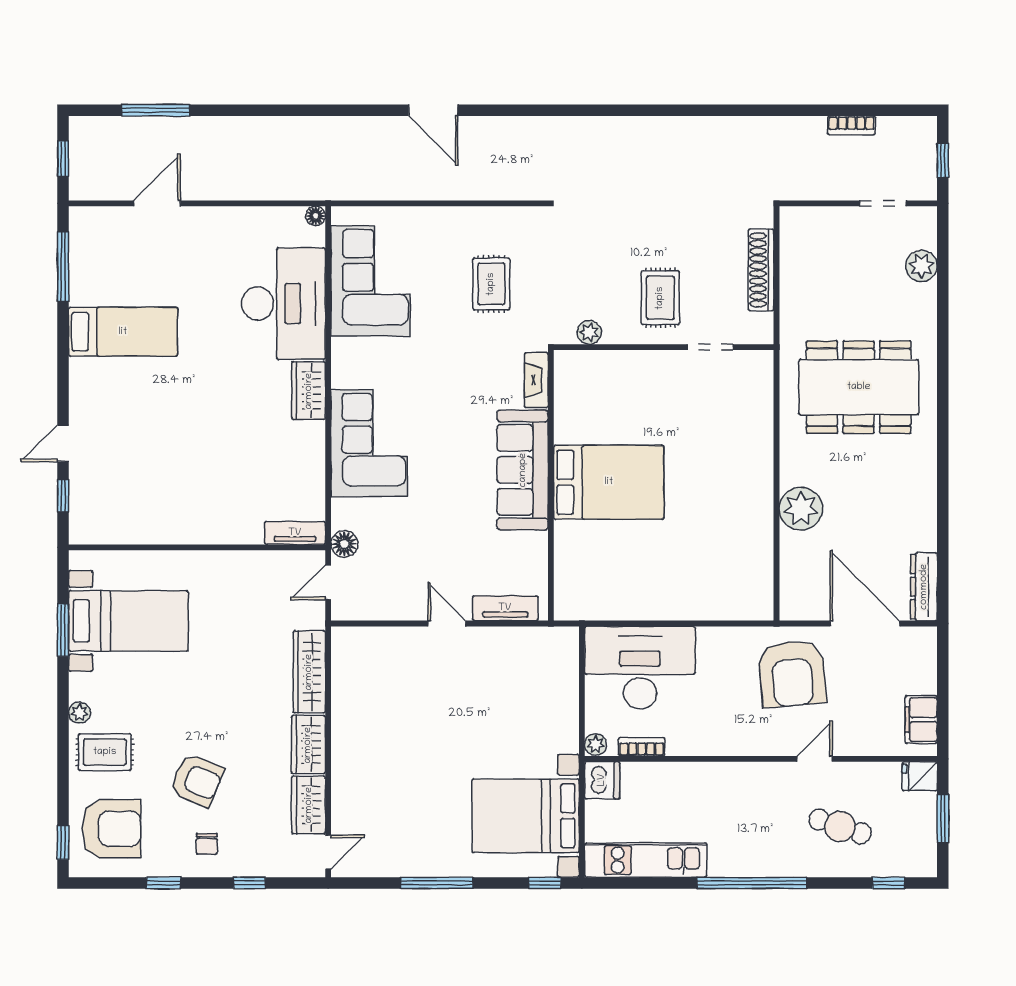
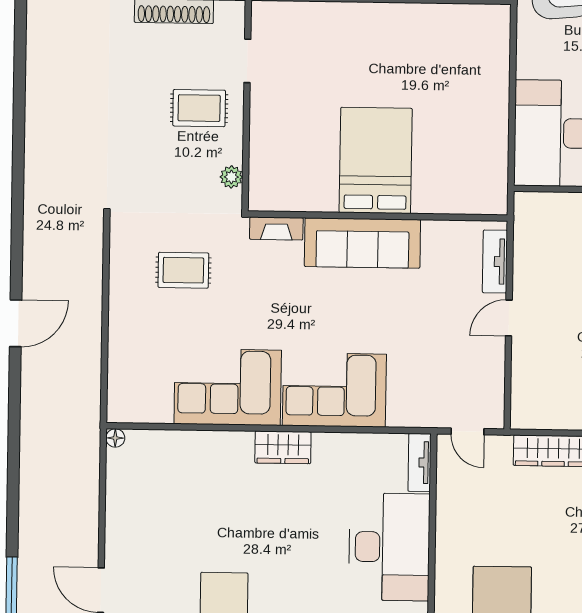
corner sofa: (370, 281) -> (228, 387), moved
desk: (283, 304) -> (389, 547), moved, turned 90
floor lamp: (344, 544) -> (431, 415), removed

